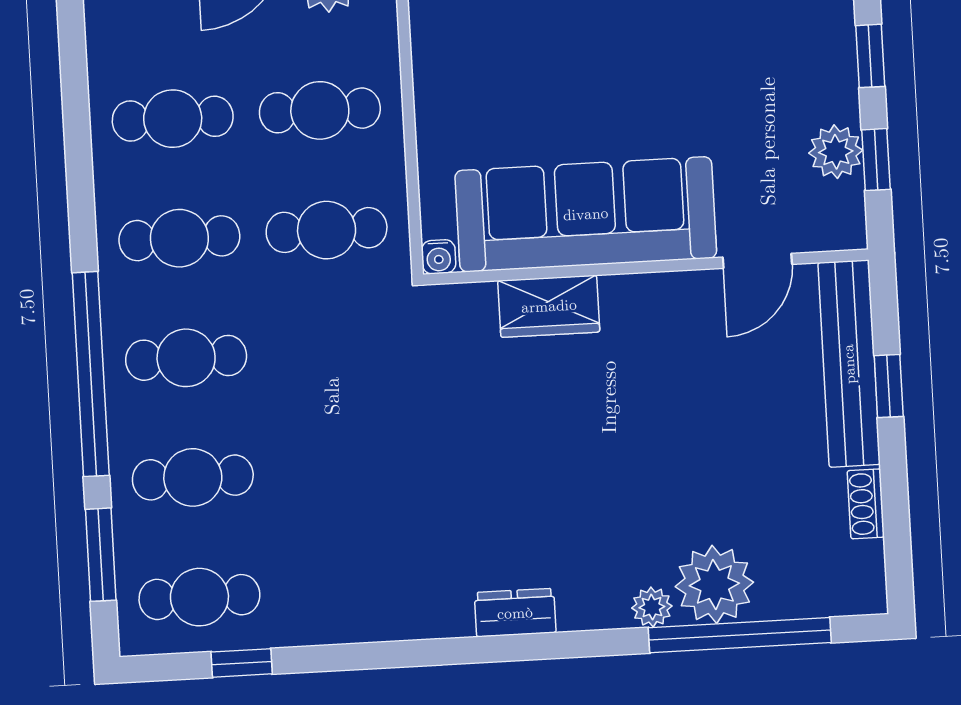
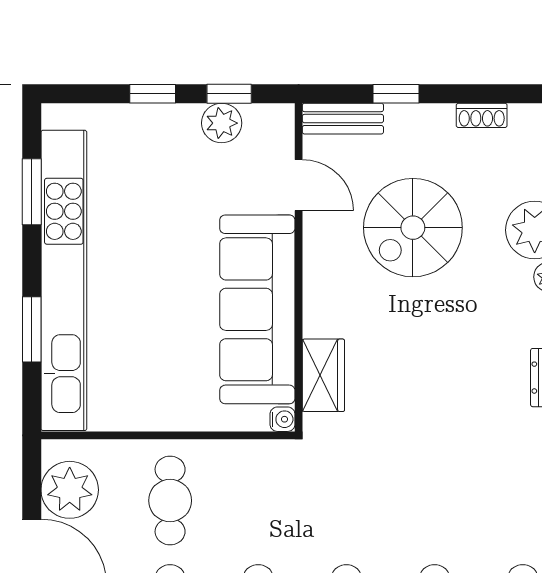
cafe table: (327, 230) -> (258, 501), removed
wardrobe: (549, 306) -> (323, 375), moved
bench: (849, 364) -> (343, 119), width x0.54, depth x0.82
spiral stairs: (708, 419) -> (413, 228), added

